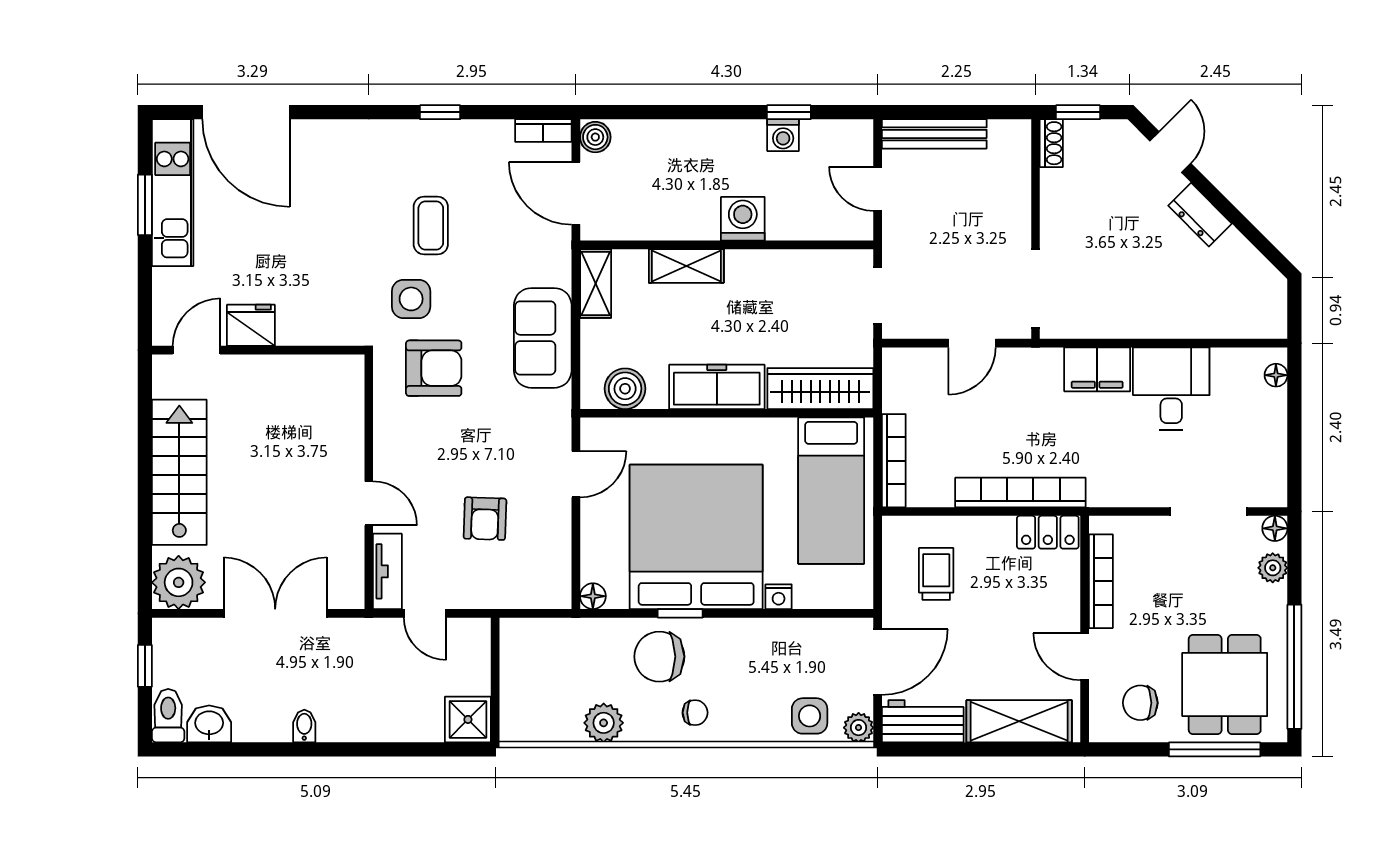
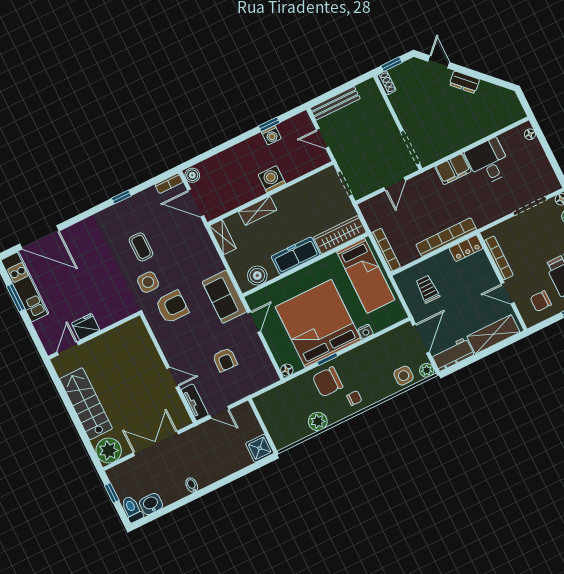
sofa: (543, 338) -> (224, 297), moved

